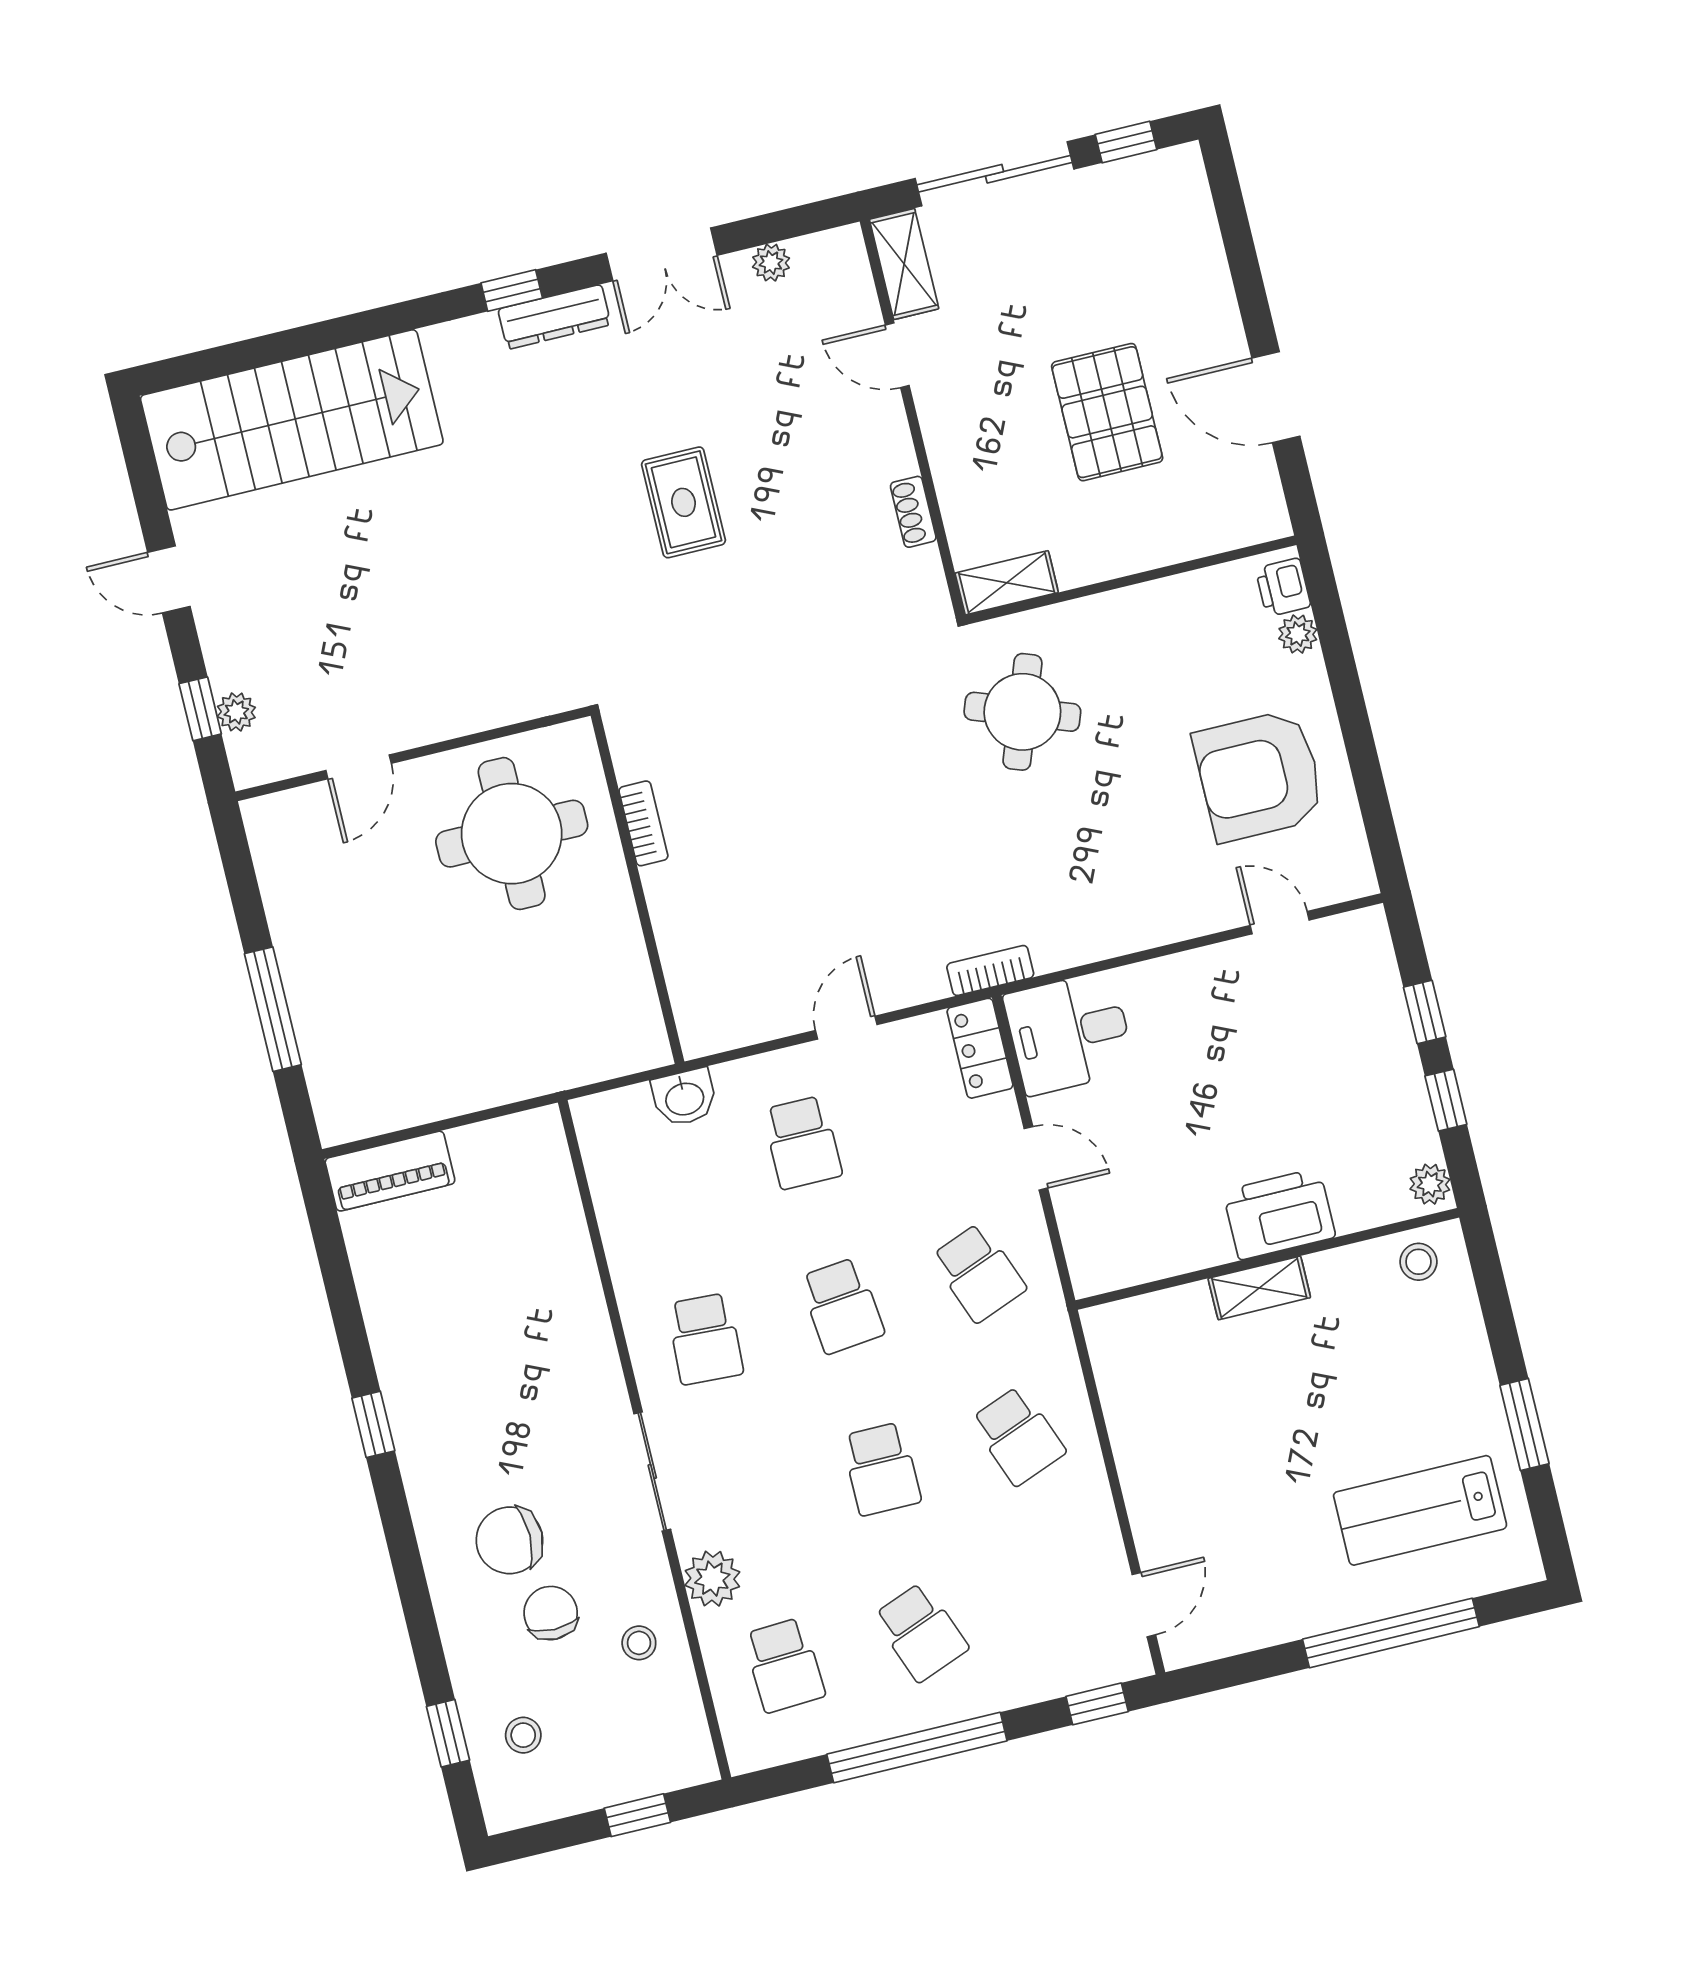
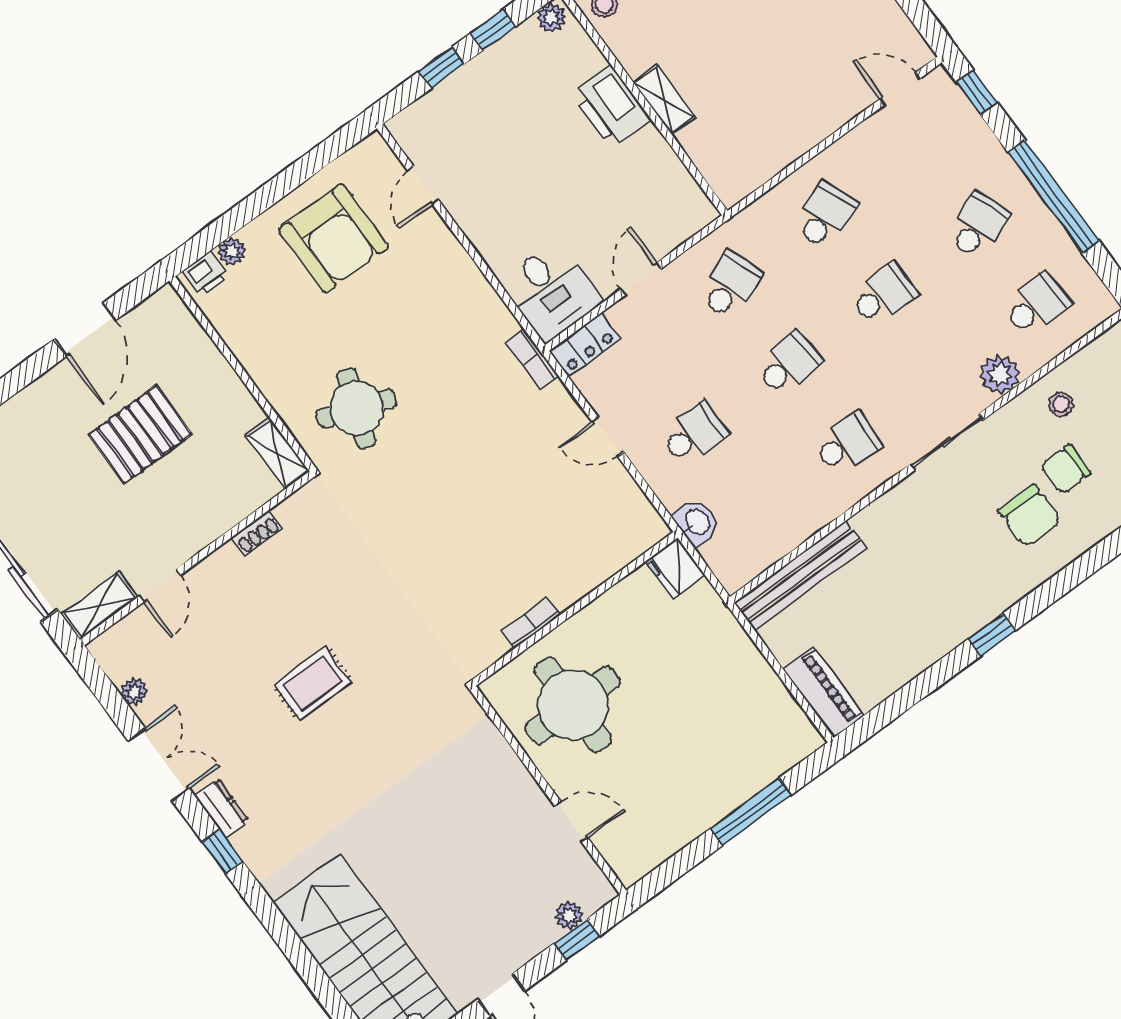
dresser: (554, 317) -> (221, 808), width x0.70
fridge: (636, 1044) -> (675, 568), added
bench: (557, 1205) -> (800, 575), added

